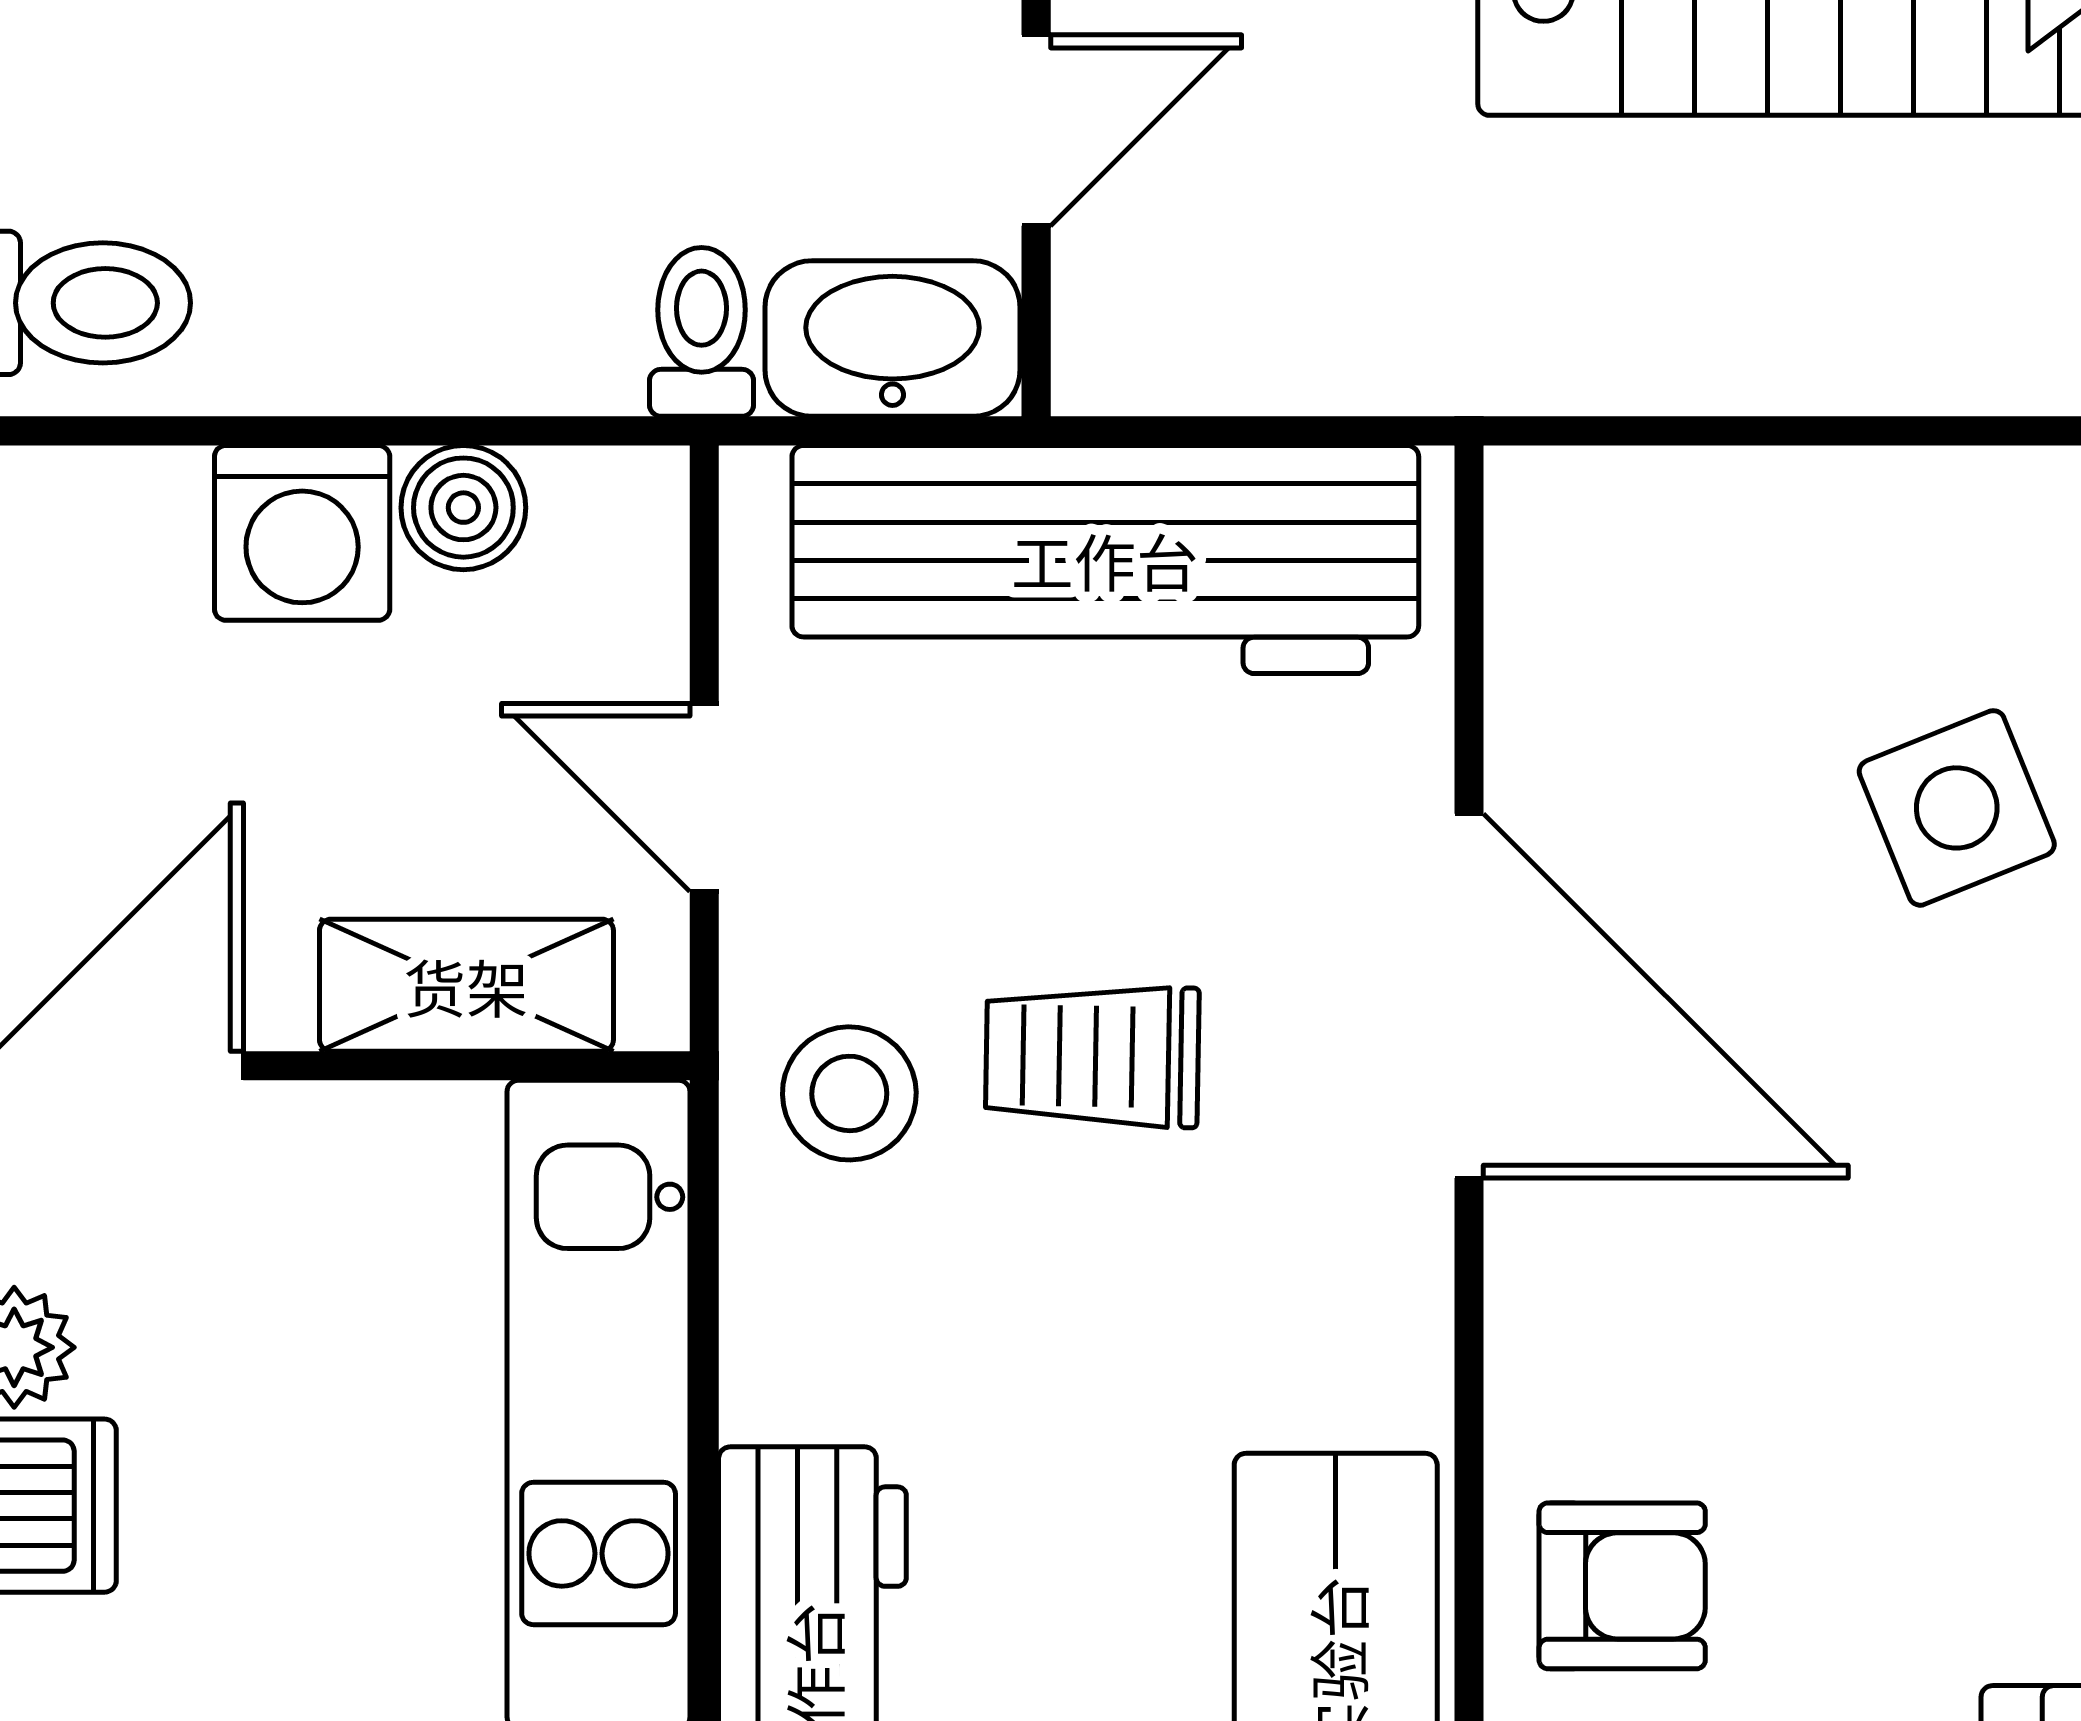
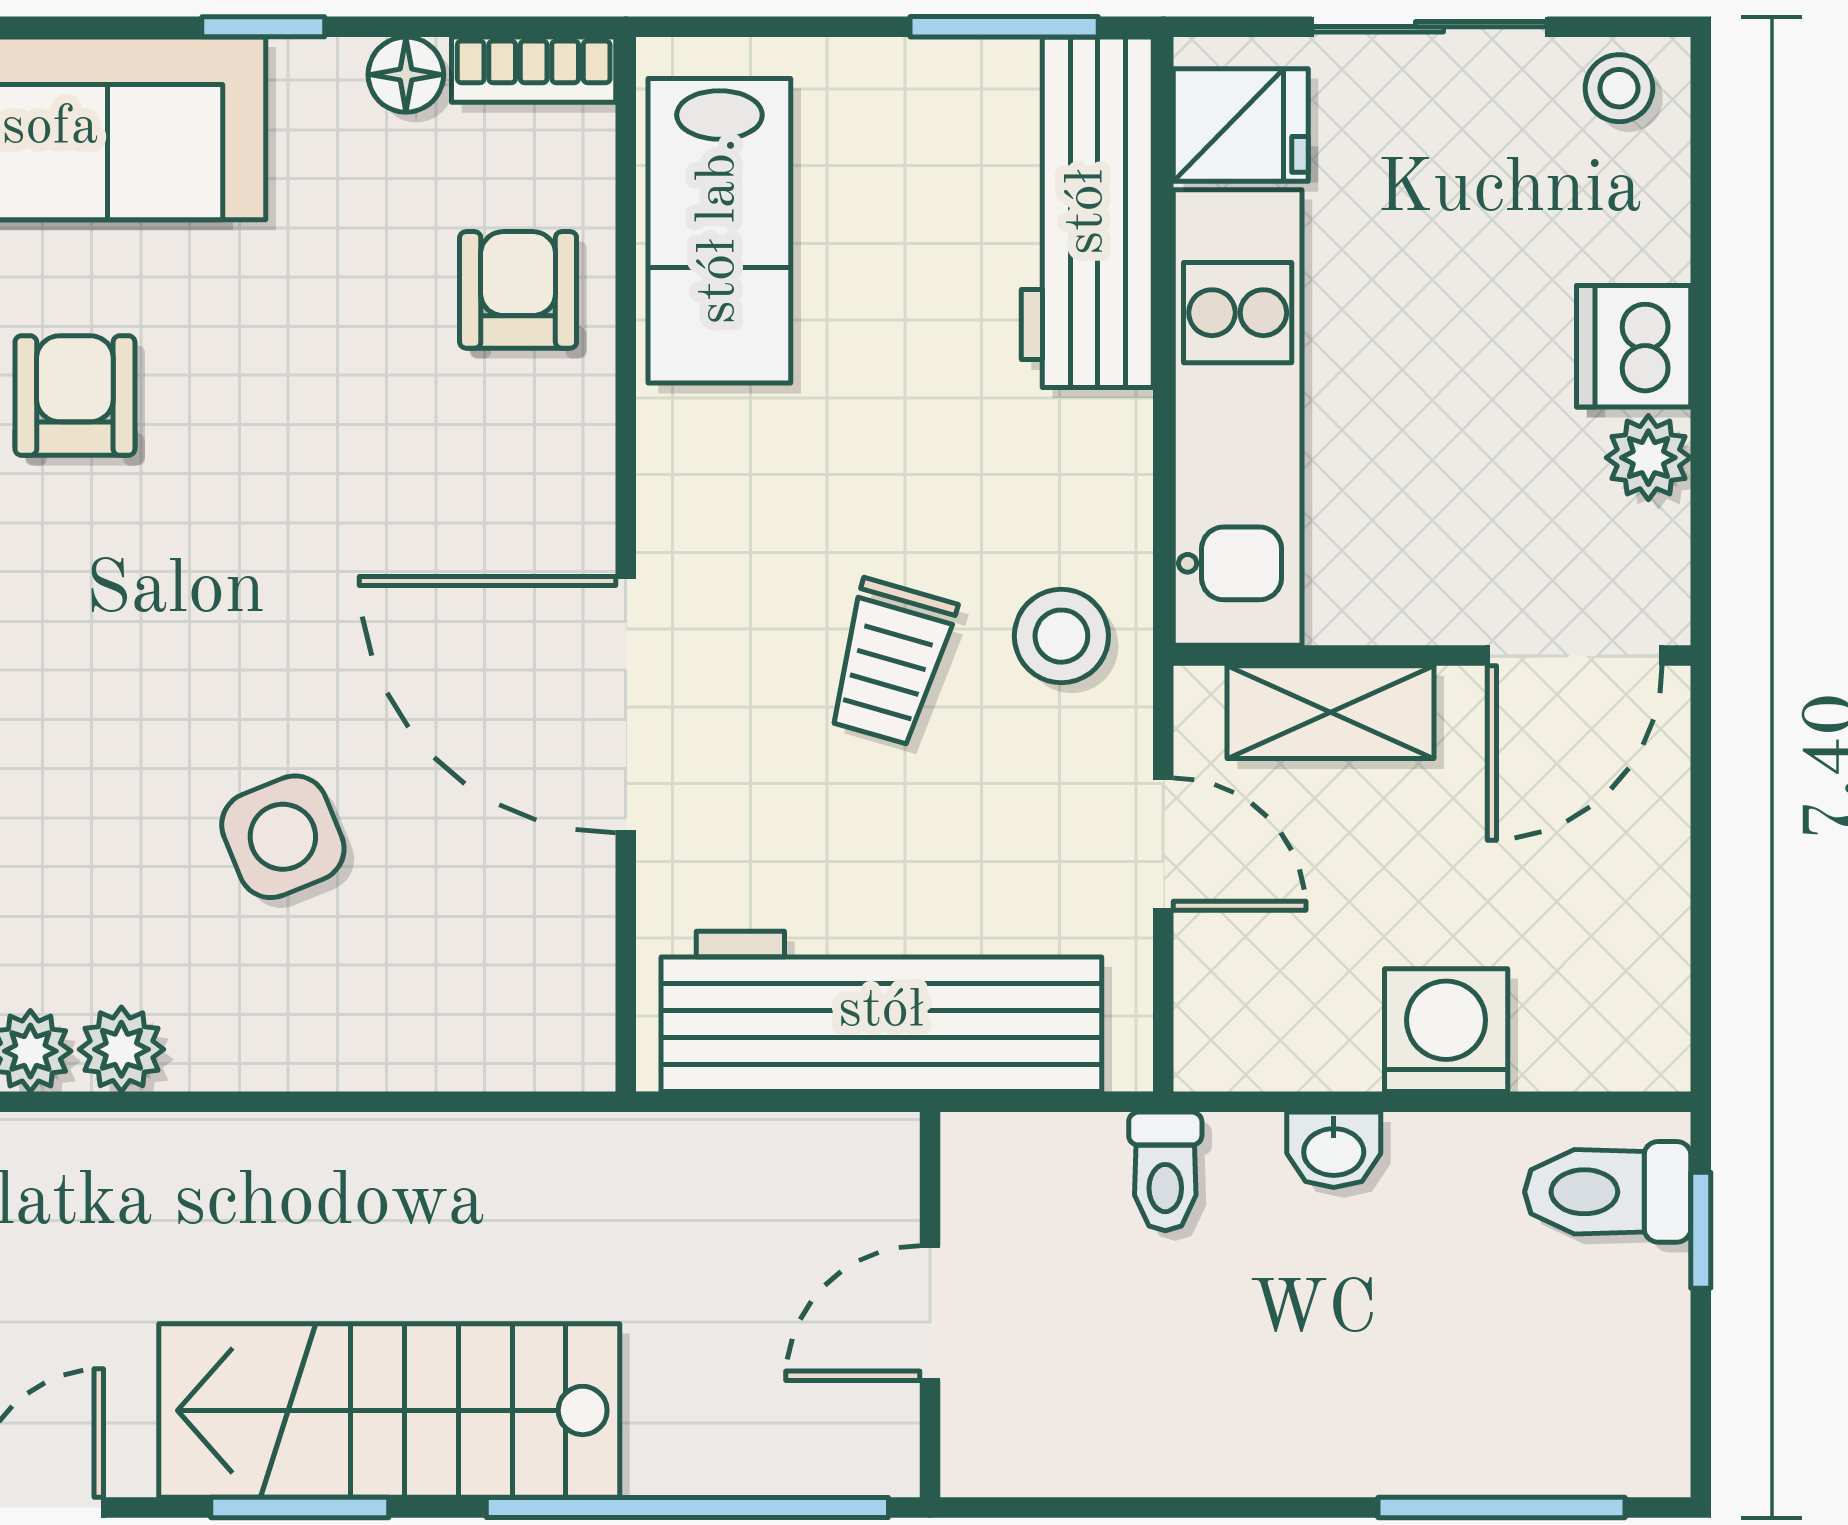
washbasin: (892, 339) -> (1334, 1150), moved, width x0.52, depth x0.69
boiler: (463, 508) -> (1333, 1048), removed
trolley: (1092, 1056) -> (891, 662), turned 105
armchair: (1622, 1586) -> (518, 290), turned 90

